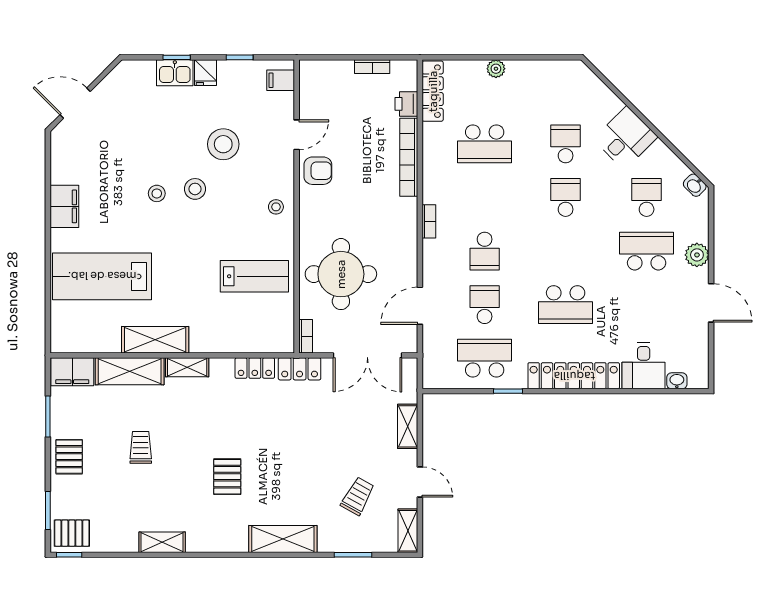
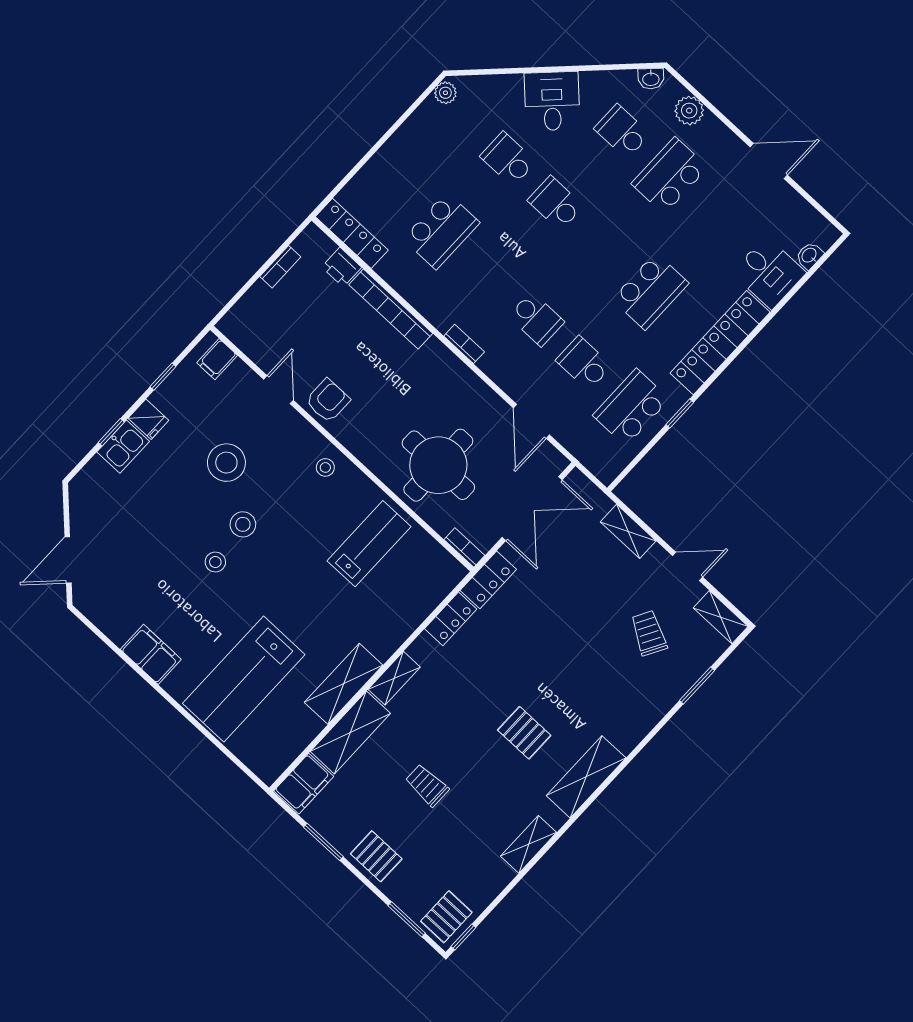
plant: (496, 69) -> (445, 93), moved
plant: (697, 255) -> (689, 111), moved
shelving: (283, 539) -> (586, 777), moved

